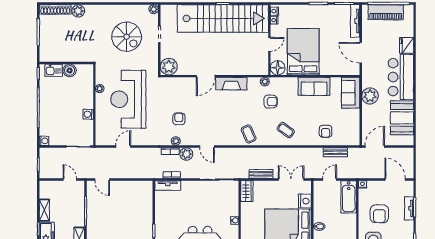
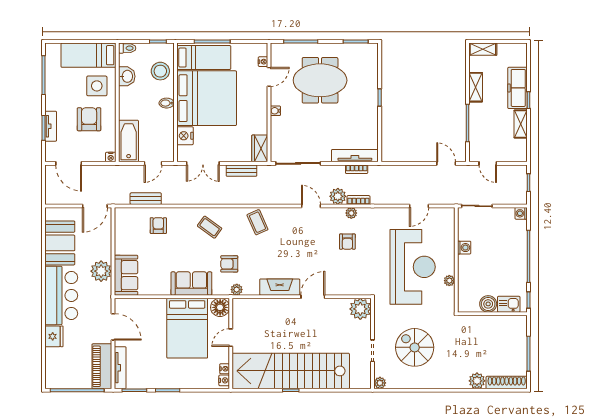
piano: (386, 12) -> (102, 366), moved, turned -90
sofa: (314, 86) -> (191, 284), moved
tv unit: (168, 186) -> (355, 156), width x1.41

